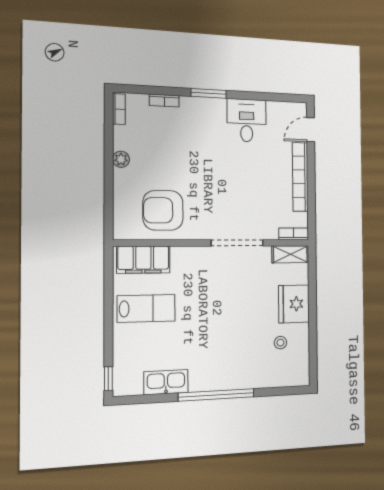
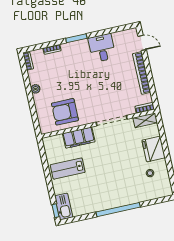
door: (311, 130) -> (142, 43), swing flipped
filing cabinet: (143, 260) -> (79, 138), moved
lab bench: (146, 308) -> (68, 169), turned 180
kitchen sink: (166, 382) -> (64, 207), moved, turned 90

